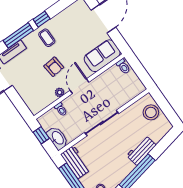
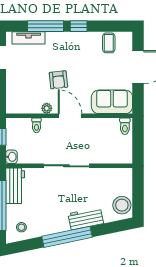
coffee table: (47, 38) -> (109, 43), moved
door: (80, 86) -> (70, 116), hinge flipped
stool: (151, 112) -> (122, 205), moved
washbasin: (57, 138) -> (11, 157), width x0.52, depth x0.69

